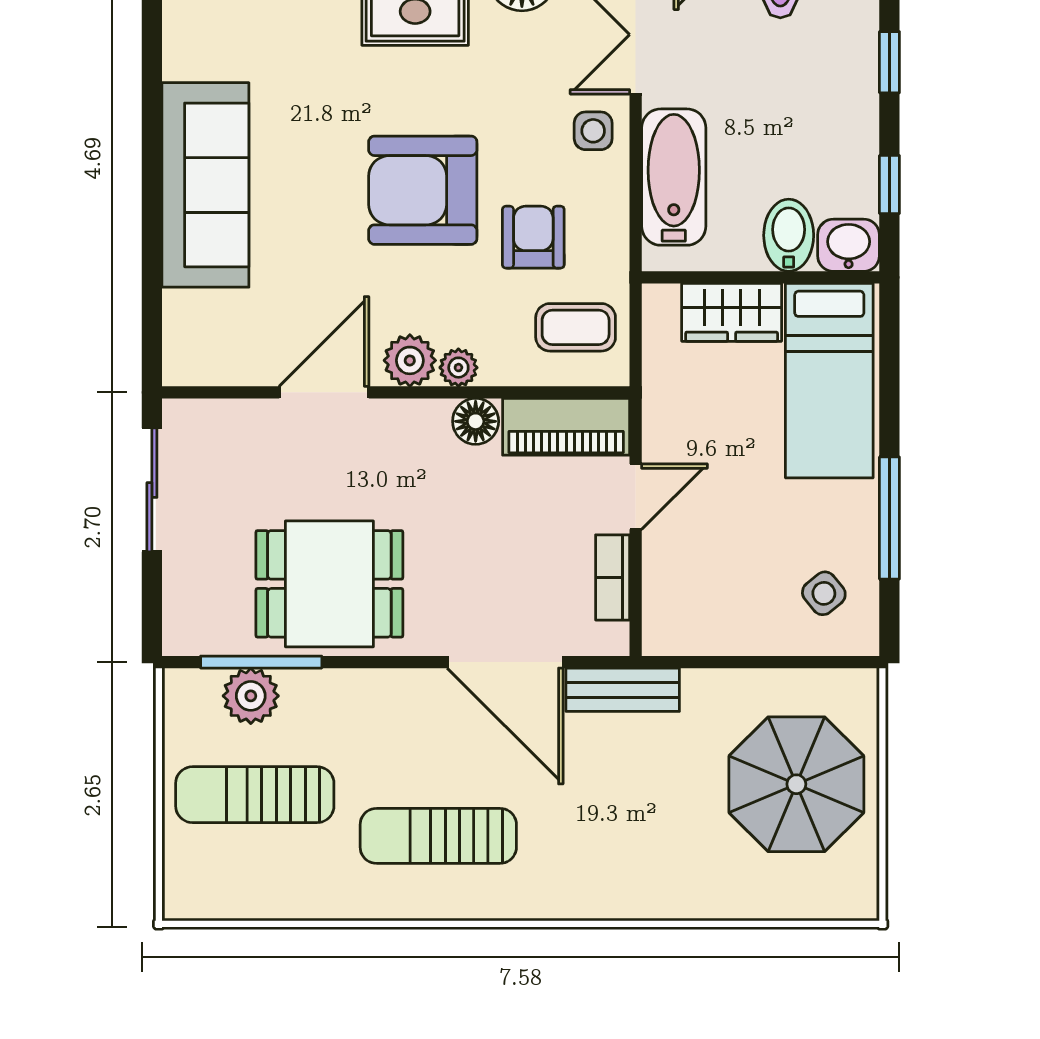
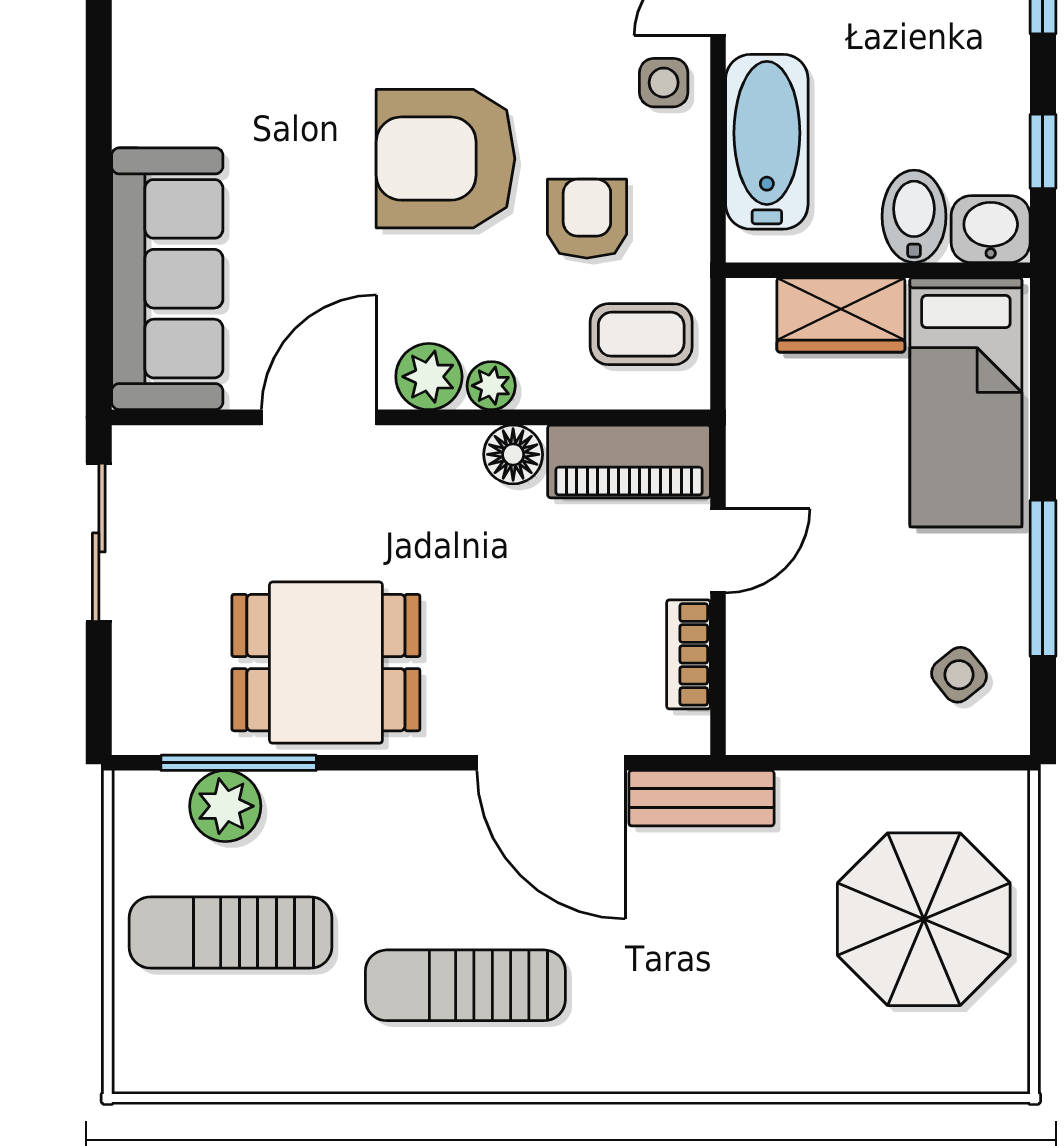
sofa: (205, 185) -> (167, 279), moved

